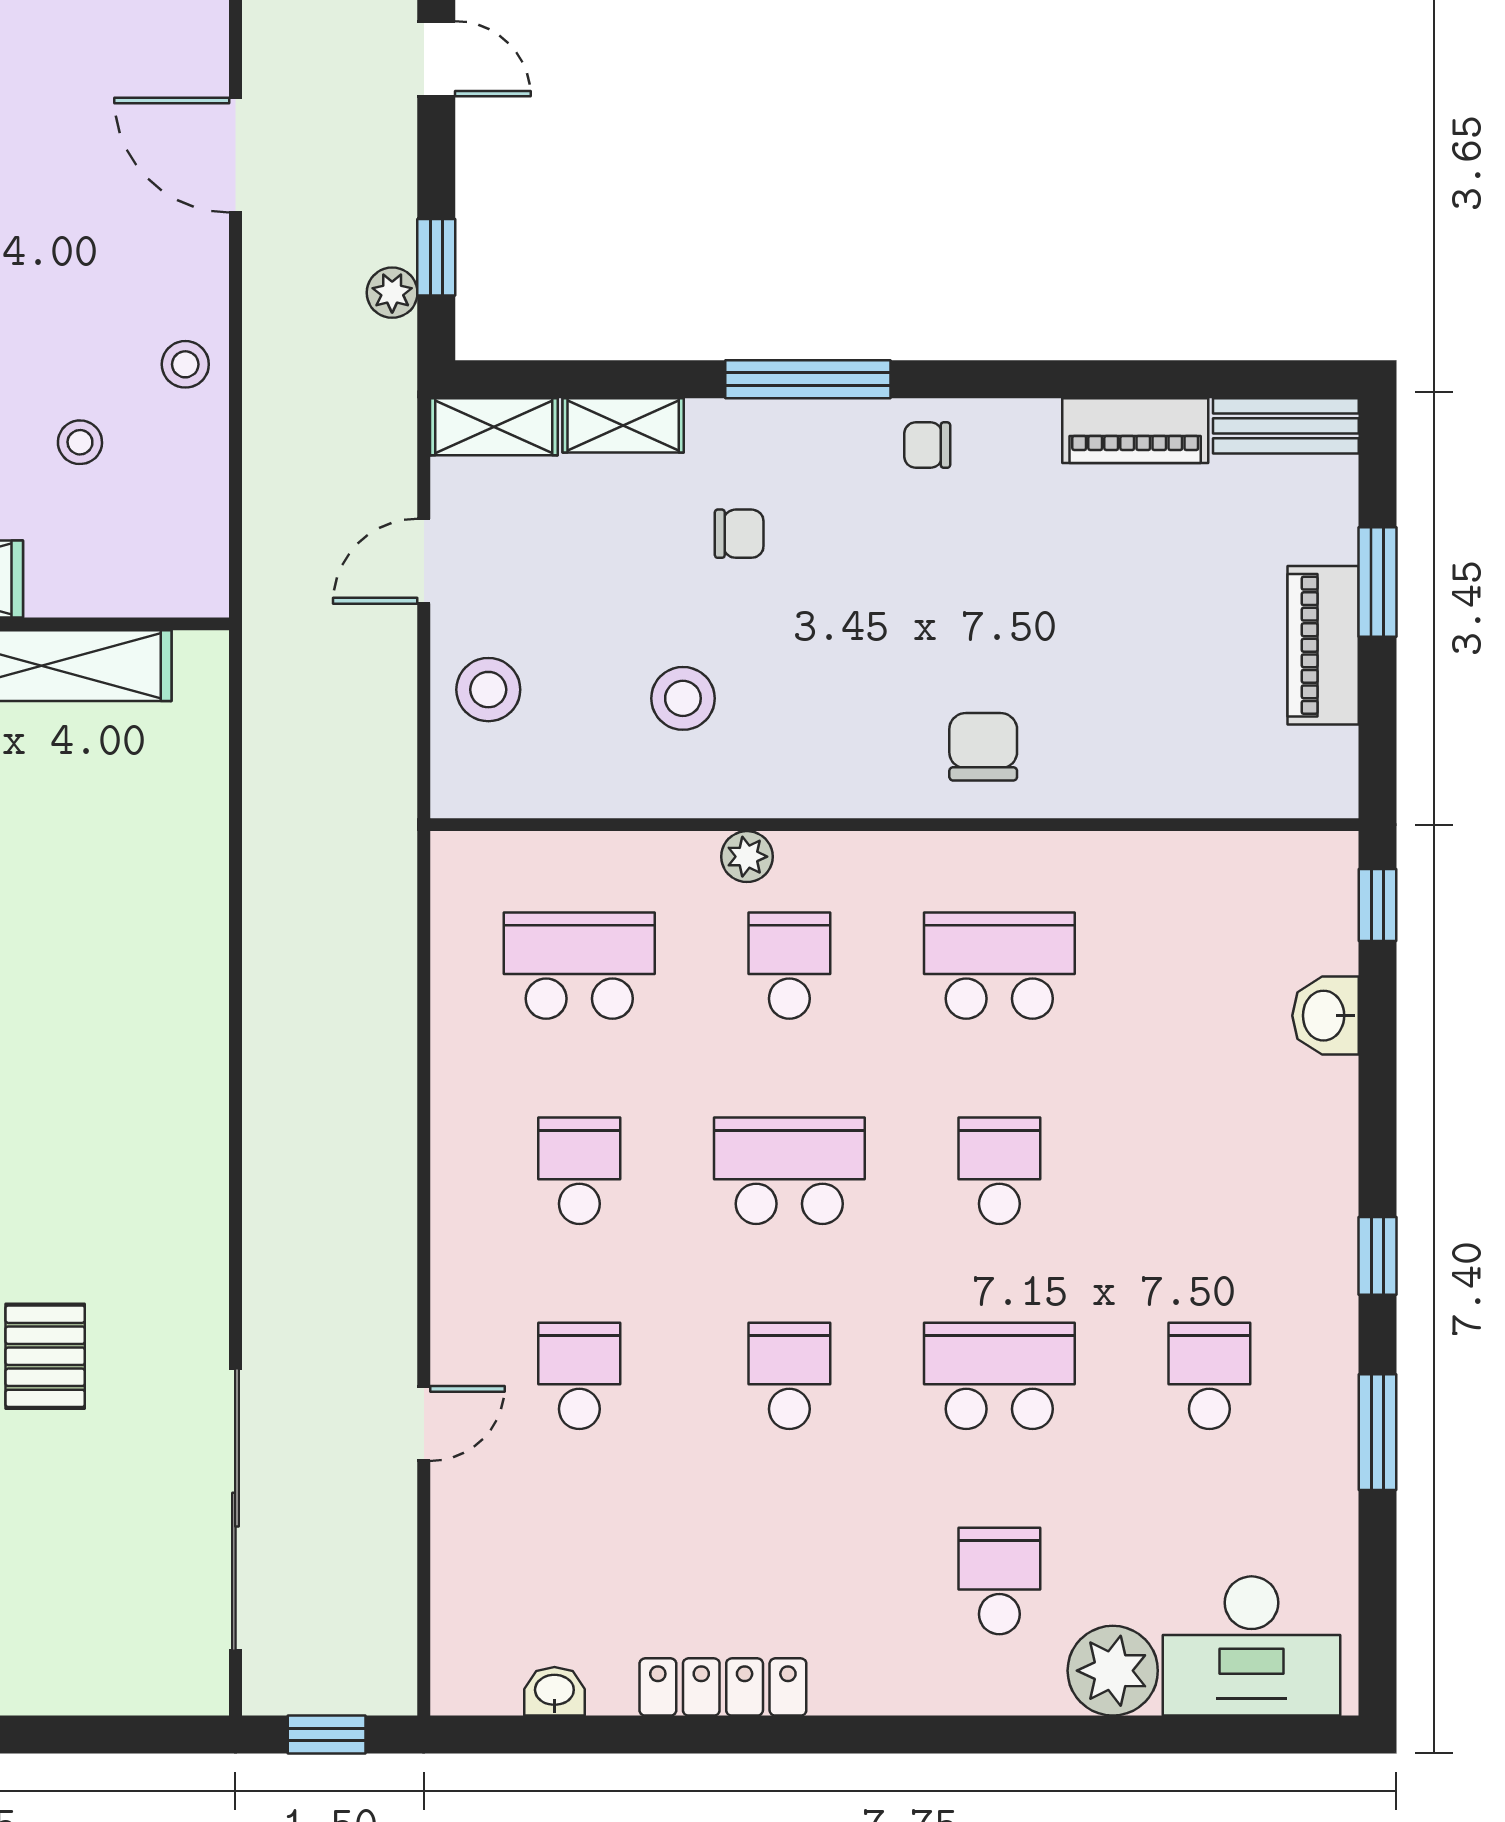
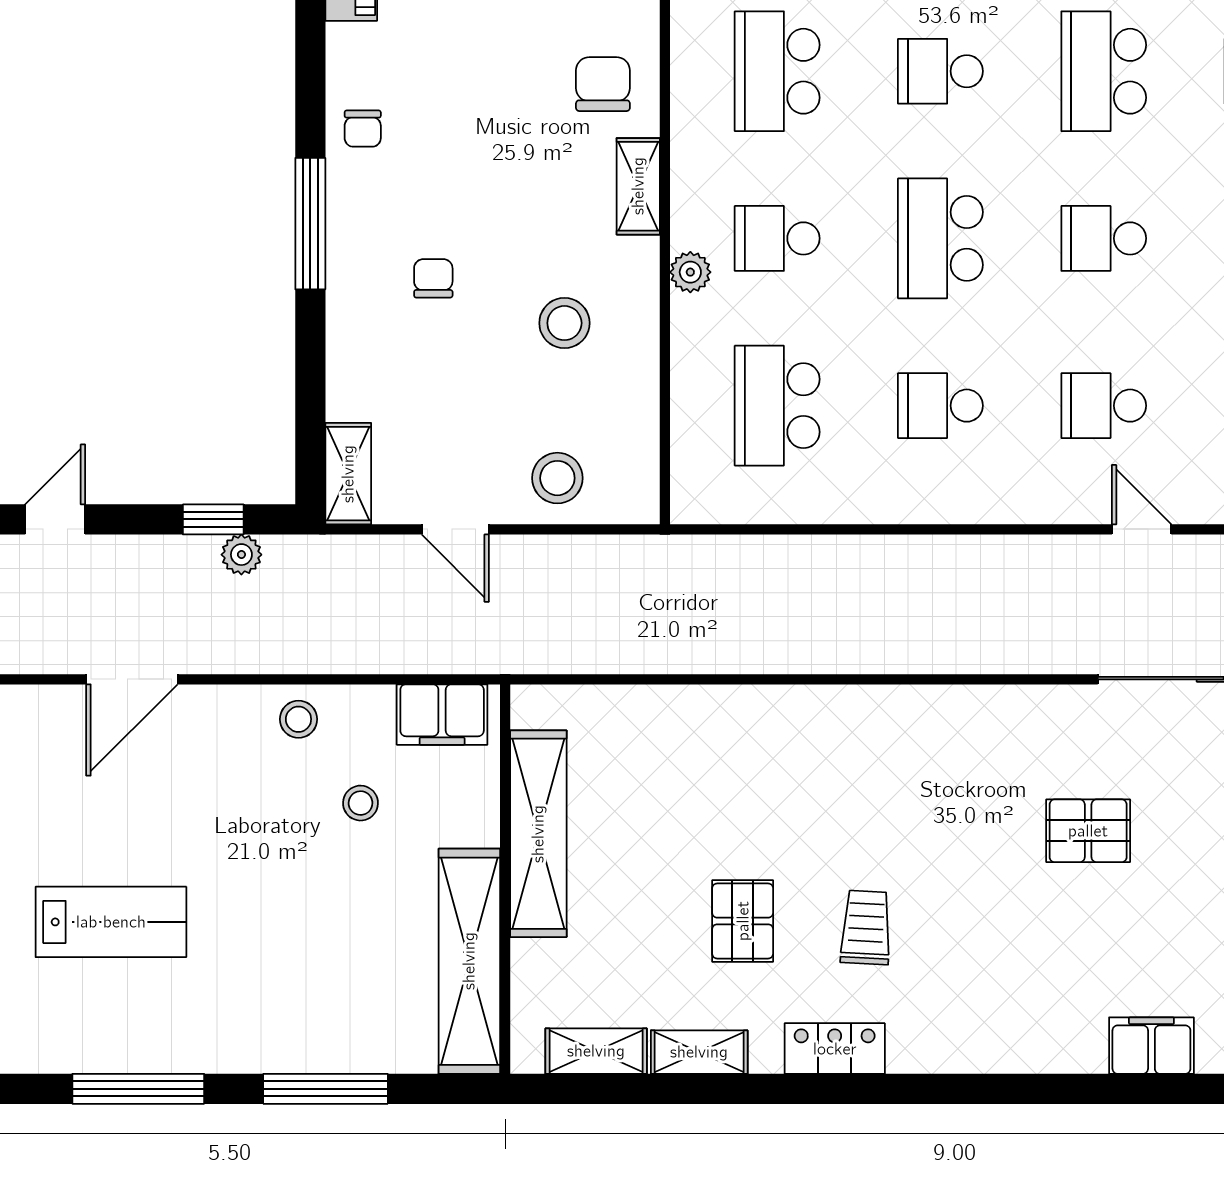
shelving: (623, 425) -> (638, 186), moved
filing cabinet: (191, 545) -> (442, 715), added
chair: (983, 747) -> (603, 84), turned 90

